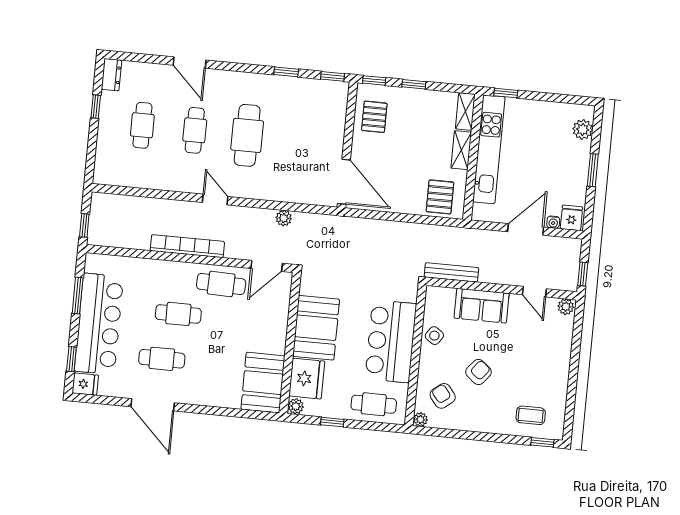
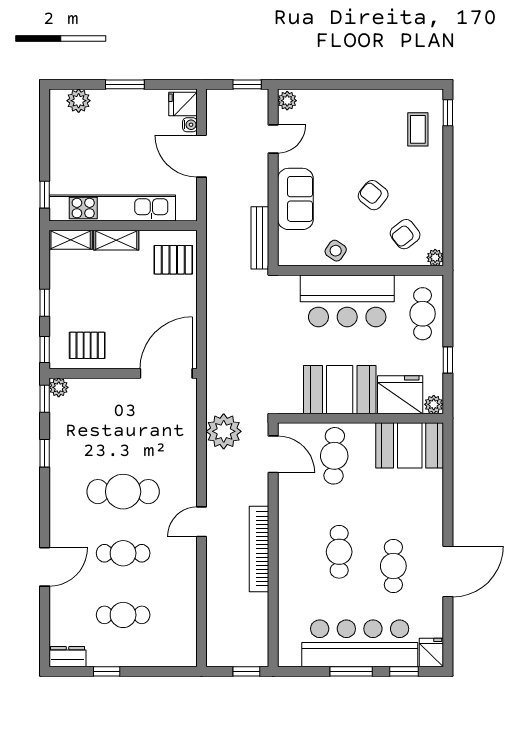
plant: (341, 89) -> (59, 387), added
plant: (284, 218) -> (224, 431), width x1.87, depth x1.87
cafe table: (221, 284) -> (334, 456), moved
window: (78, 296) -> (351, 671), moved

